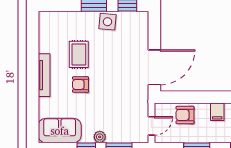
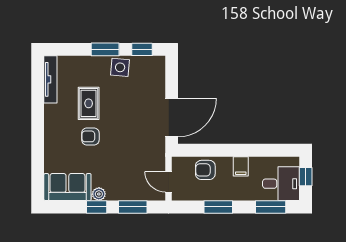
tv unit: (44, 75) -> (50, 79), moved
door: (151, 126) -> (169, 182), swing flipped
plant: (100, 137) -> (99, 194), moved

